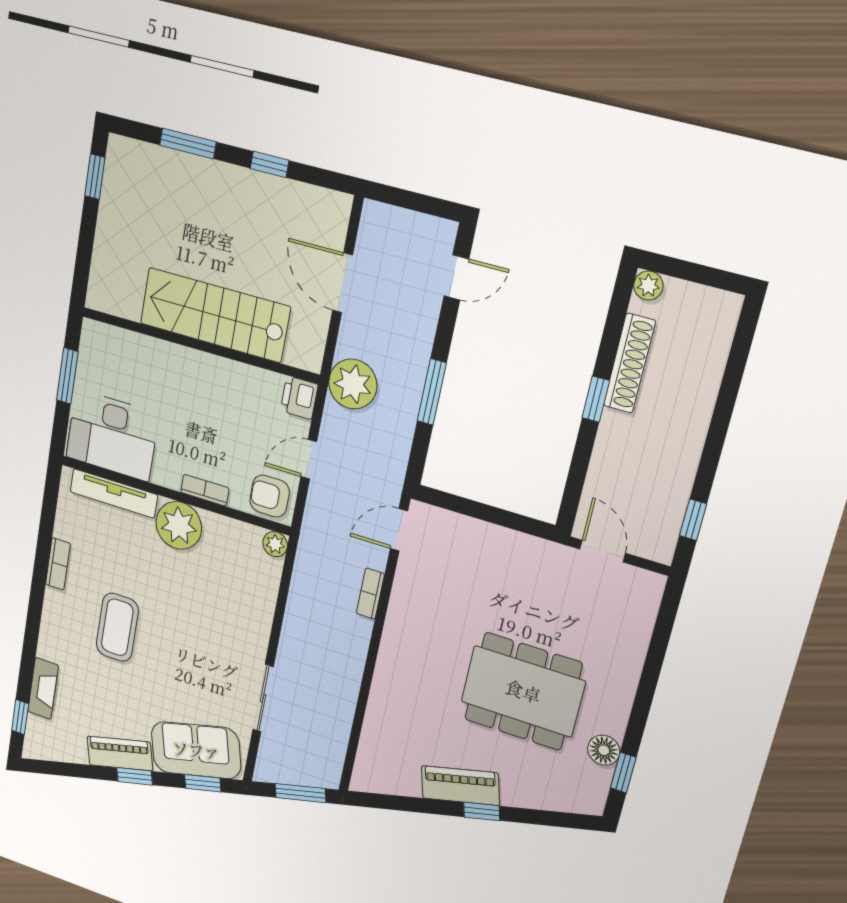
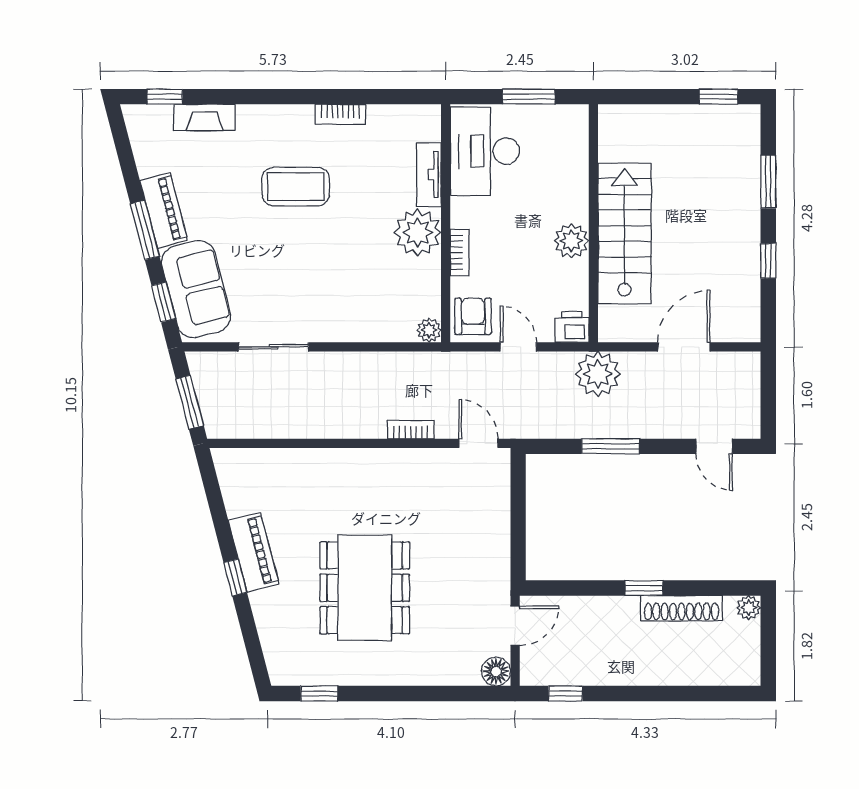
plant: (213, 373) -> (571, 241), added
tv unit: (114, 493) -> (429, 175), width x0.71
floor lamp: (604, 750) -> (496, 671), moved
window: (135, 776) -> (145, 230), width x1.50

